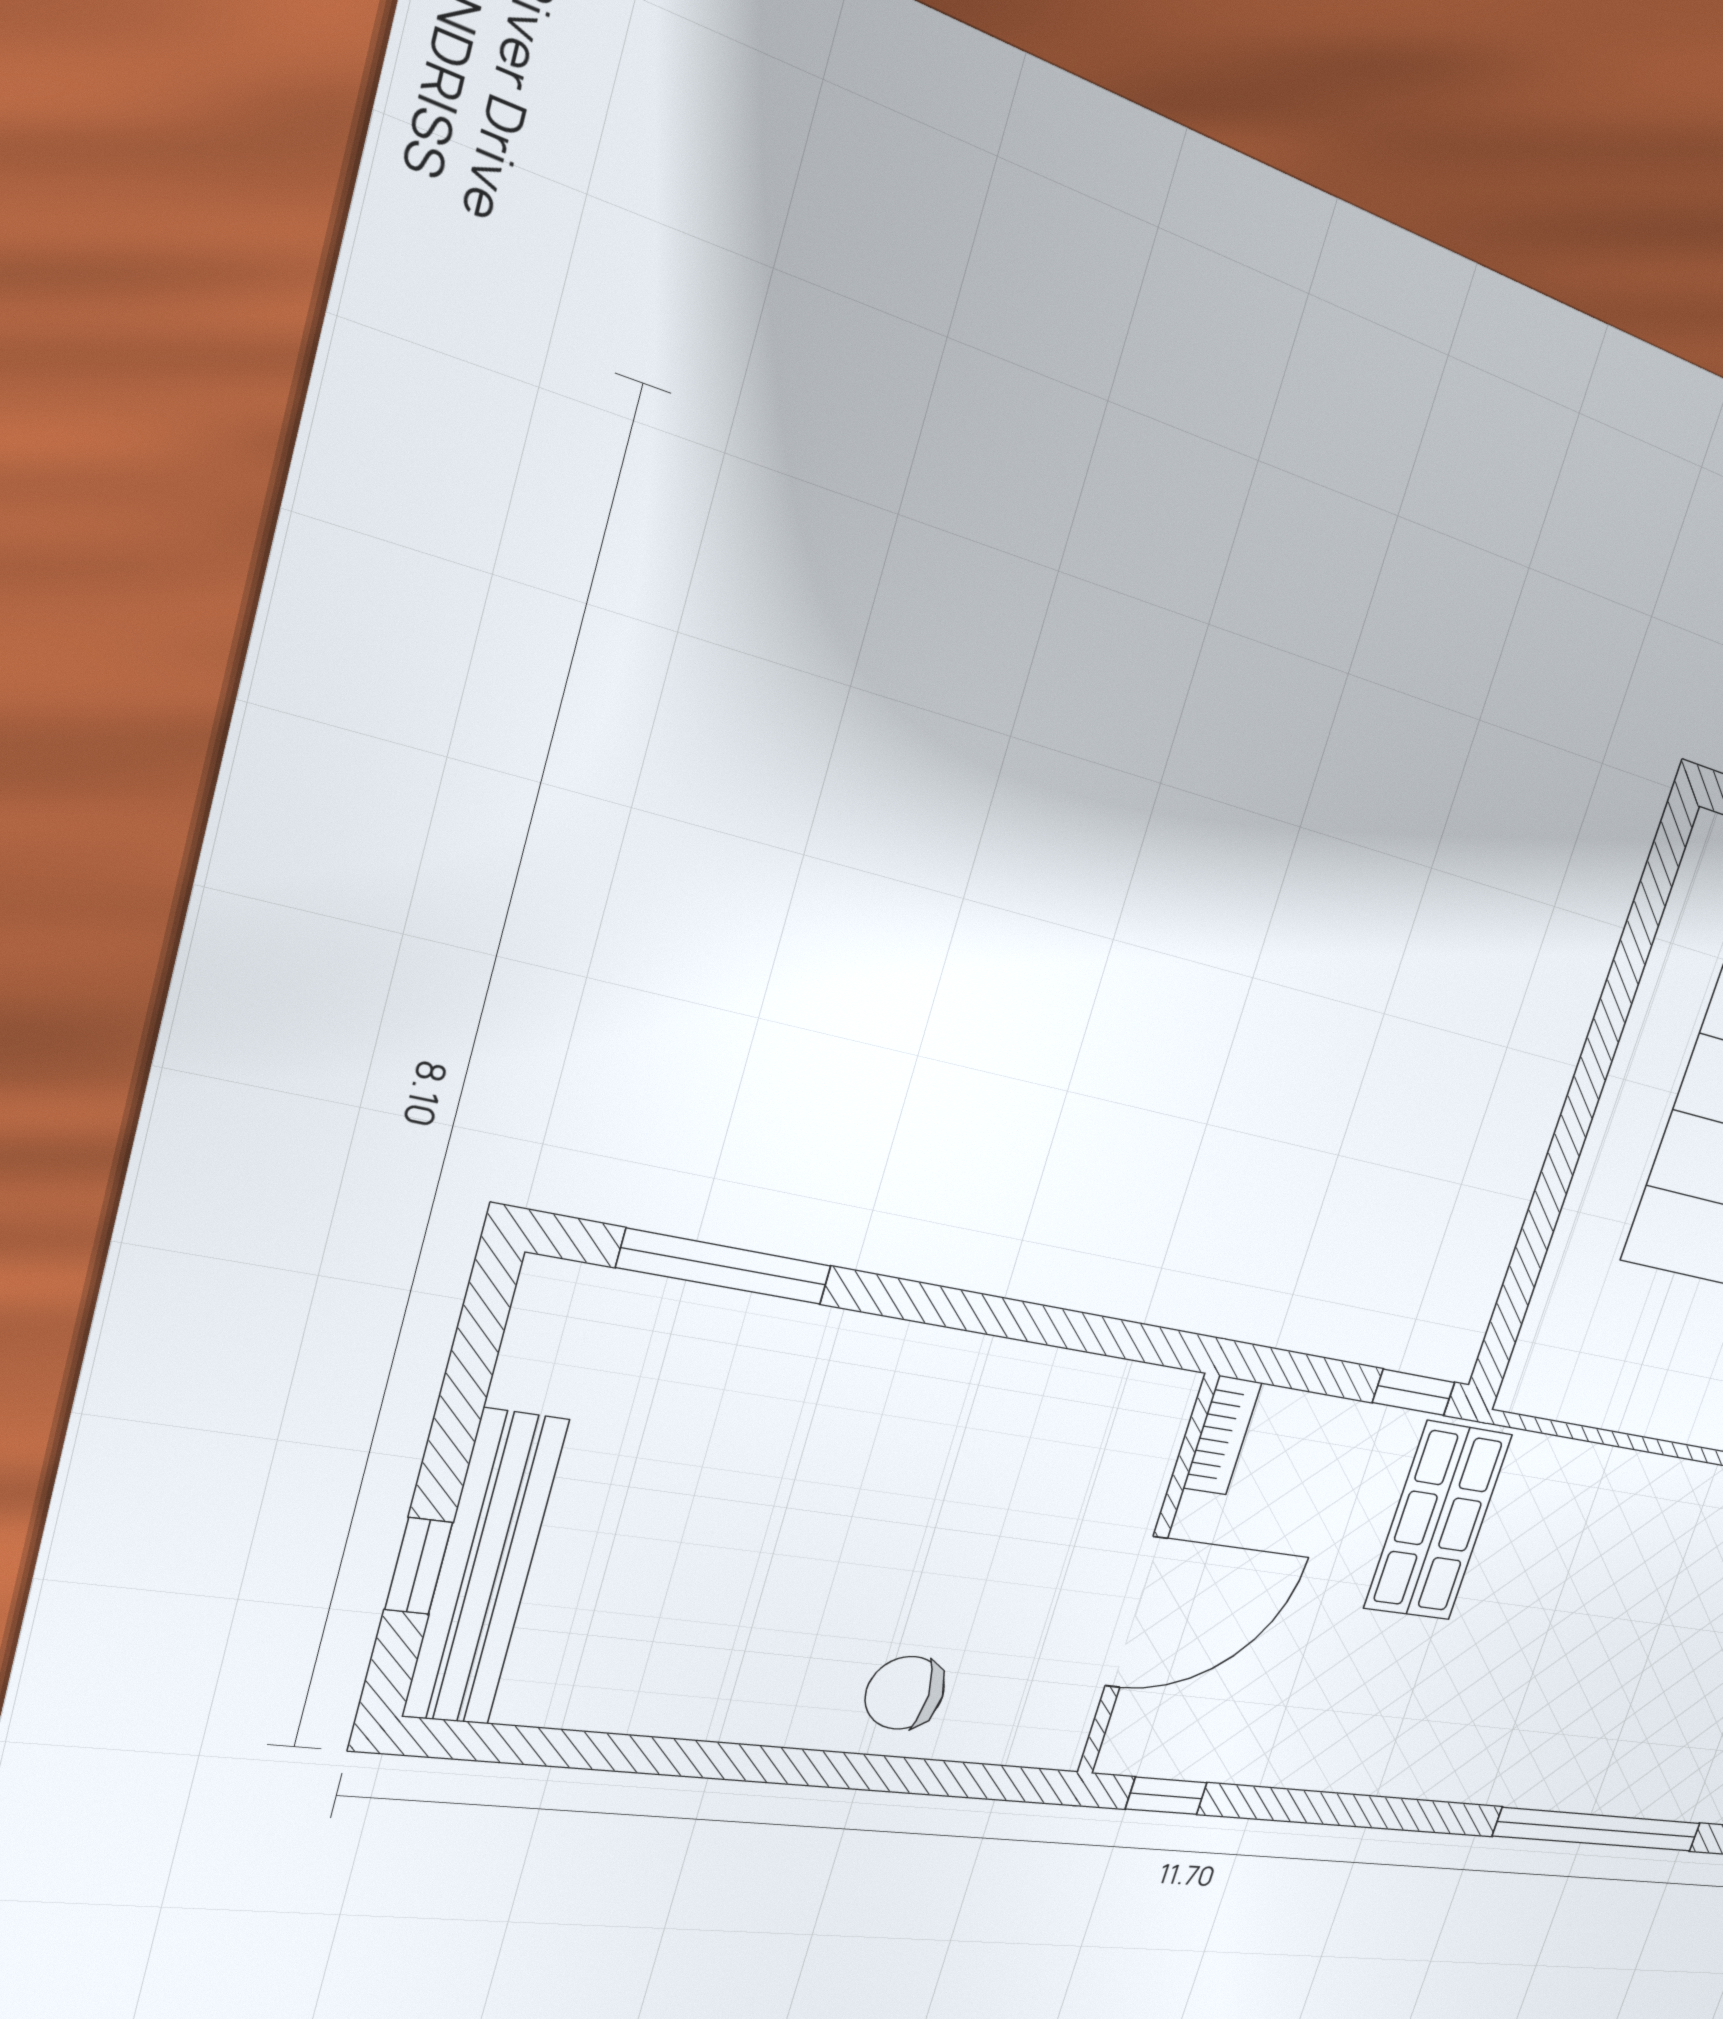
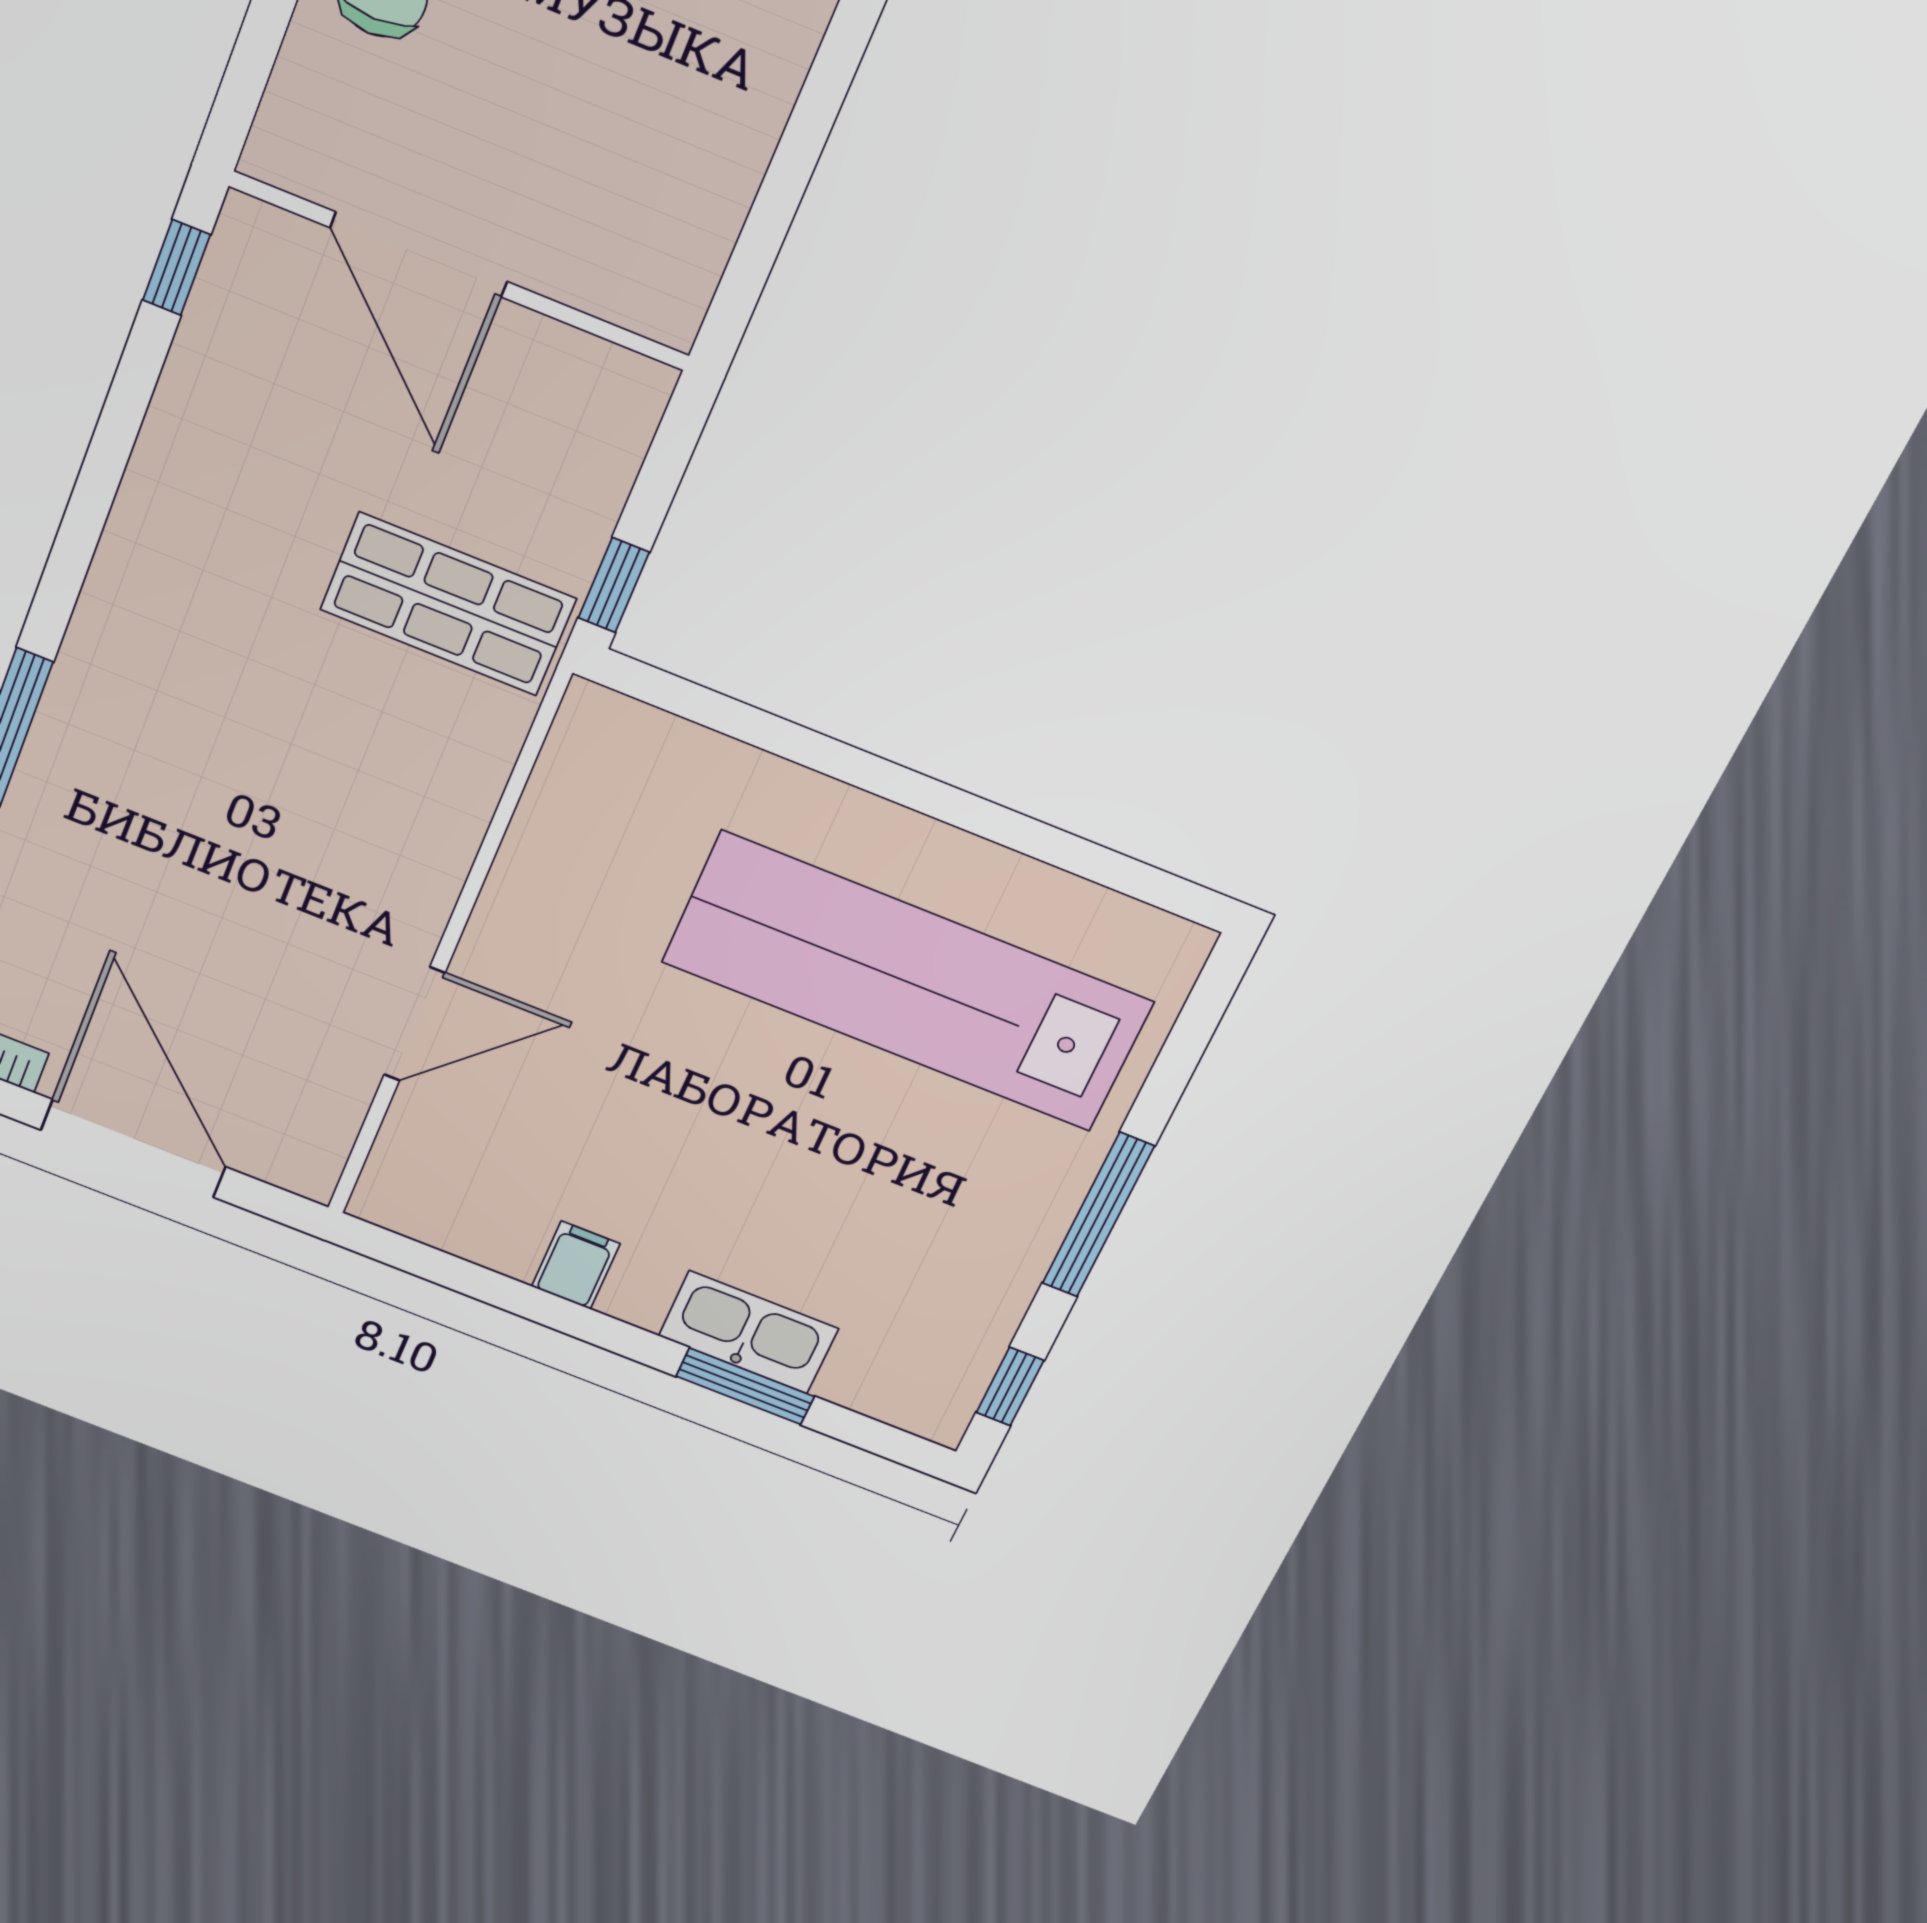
bookcase: (1222, 1435) -> (611, 368), removed

